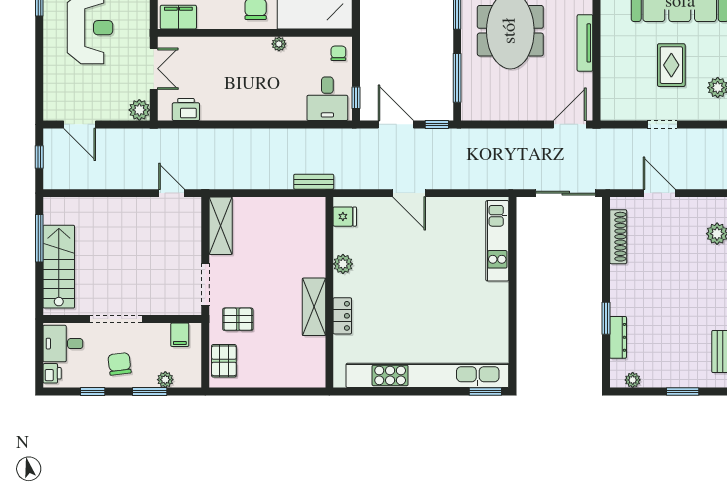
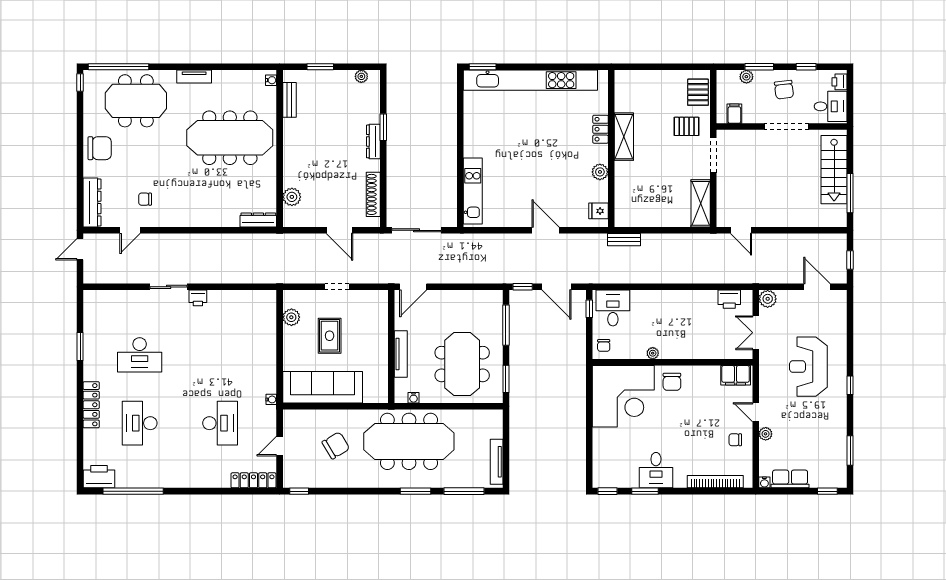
dresser: (618, 337) -> (373, 141), moved

